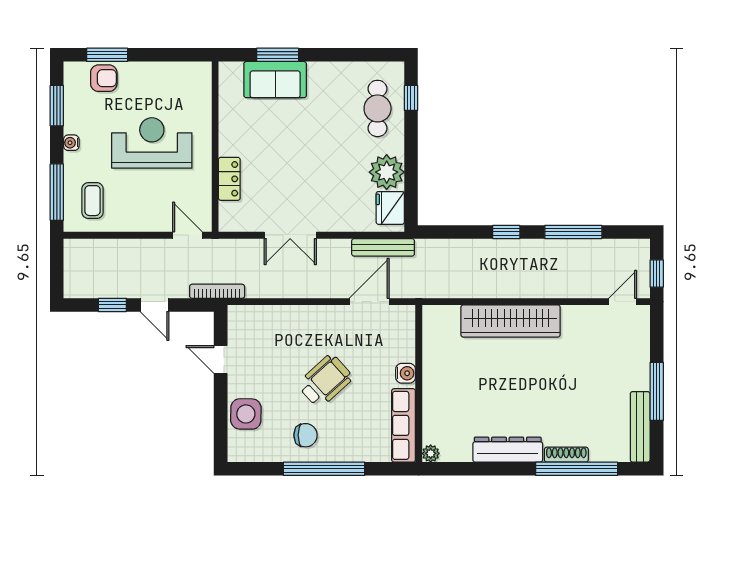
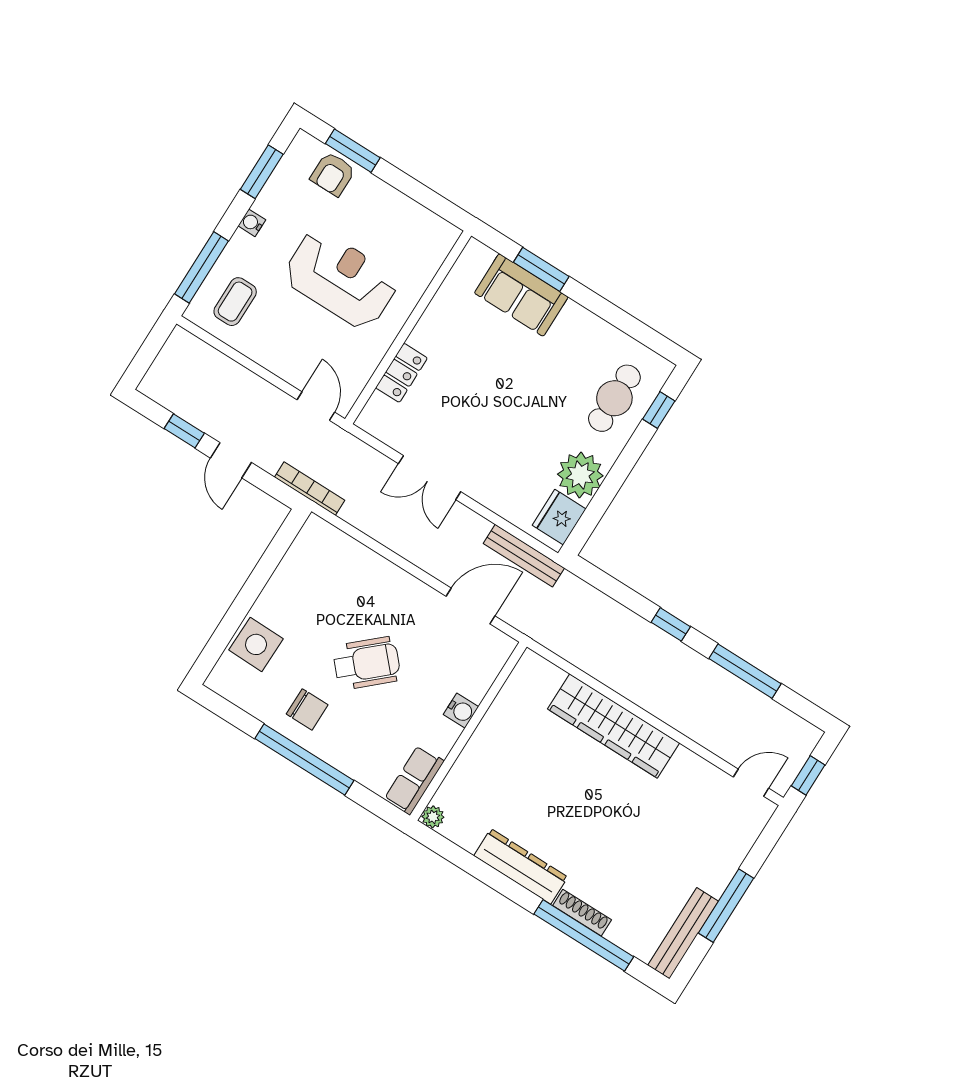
armchair: (104, 78) -> (333, 174), turned 90
door: (221, 360) -> (266, 567), removed
row of seats: (404, 425) -> (414, 780), width x0.68

